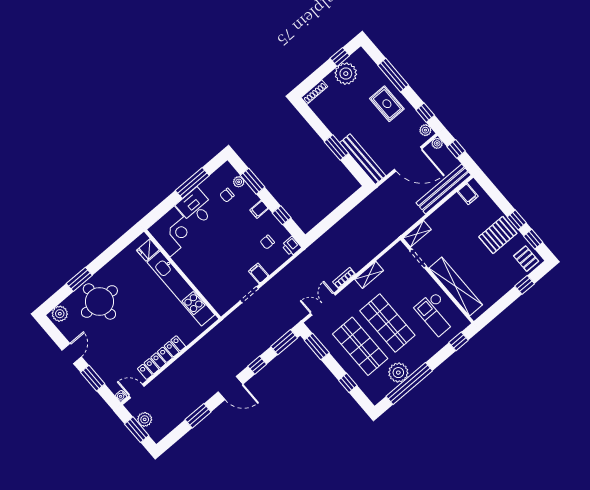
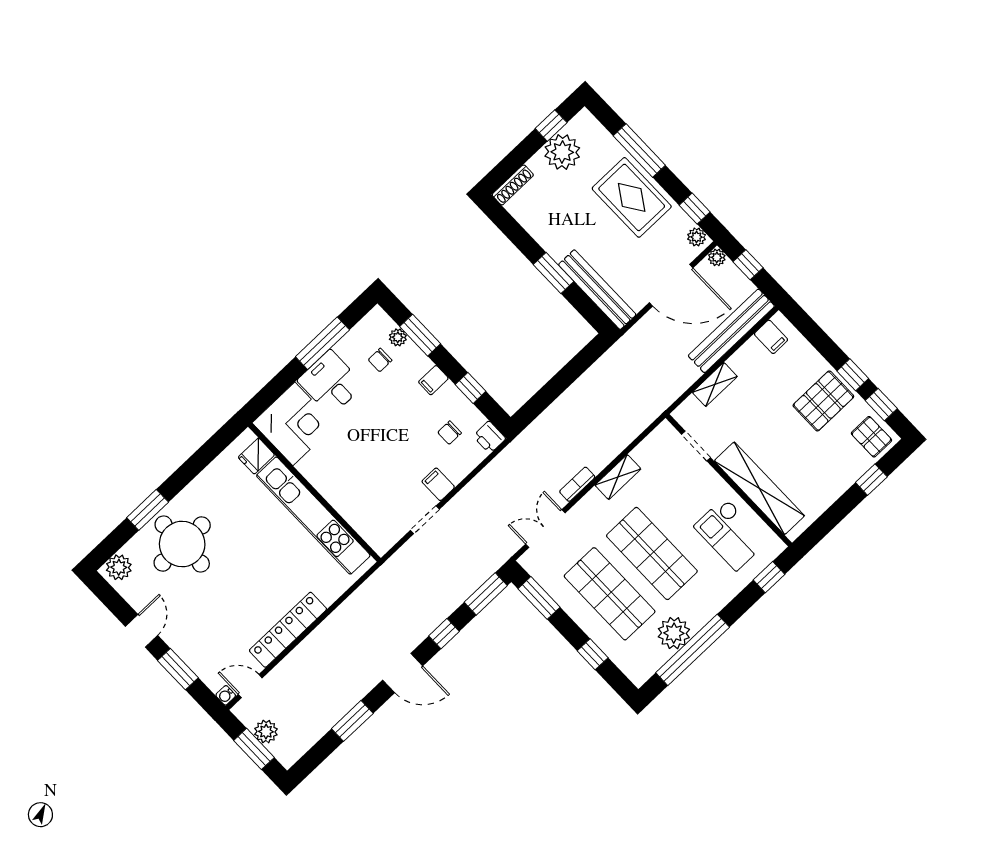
rug: (387, 104) -> (632, 197), width x1.36, depth x1.43
shelving: (417, 234) -> (715, 384), moved

